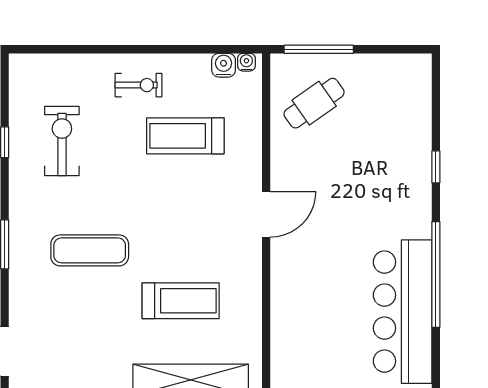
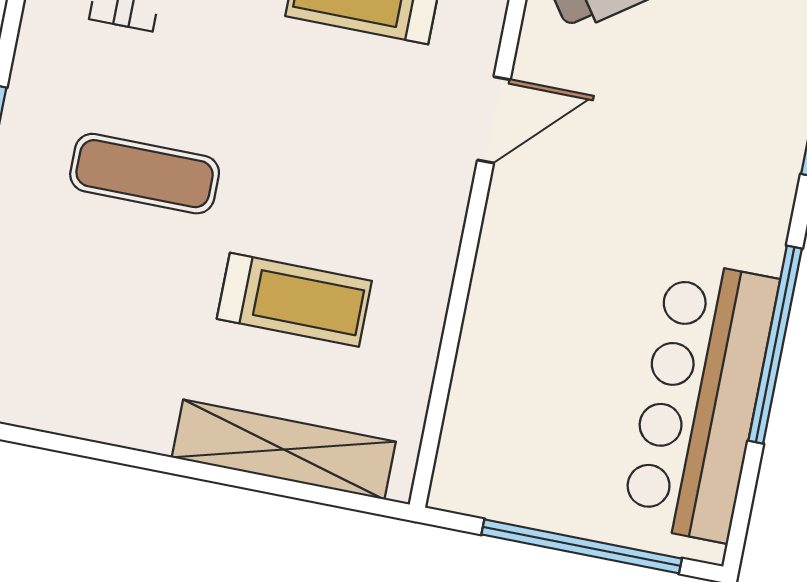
door: (266, 214) -> (494, 120), moved

